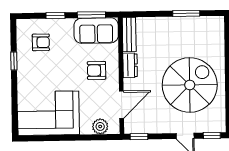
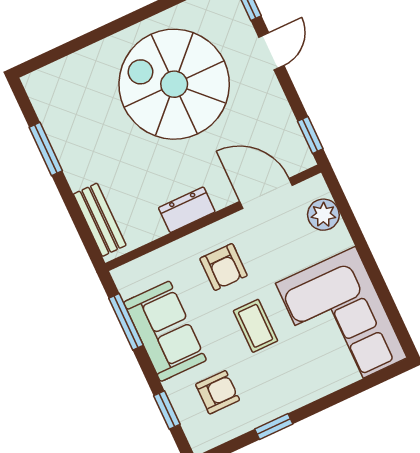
window: (55, 16) -> (167, 410), moved
sofa: (96, 31) -> (165, 331), moved
bench: (129, 35) -> (100, 220), moved, turned 90
armchair: (41, 42) -> (218, 392), turned 90
coffee table: (63, 73) -> (256, 326), added

